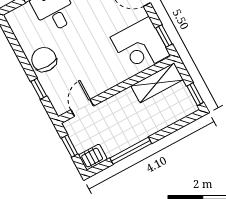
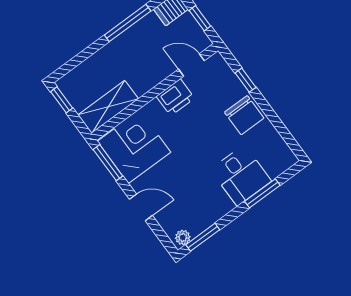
window: (164, 36) -> (108, 163), width x1.50
printer: (100, 83) -> (175, 97), added
door: (82, 108) -> (191, 65), swing flipped

